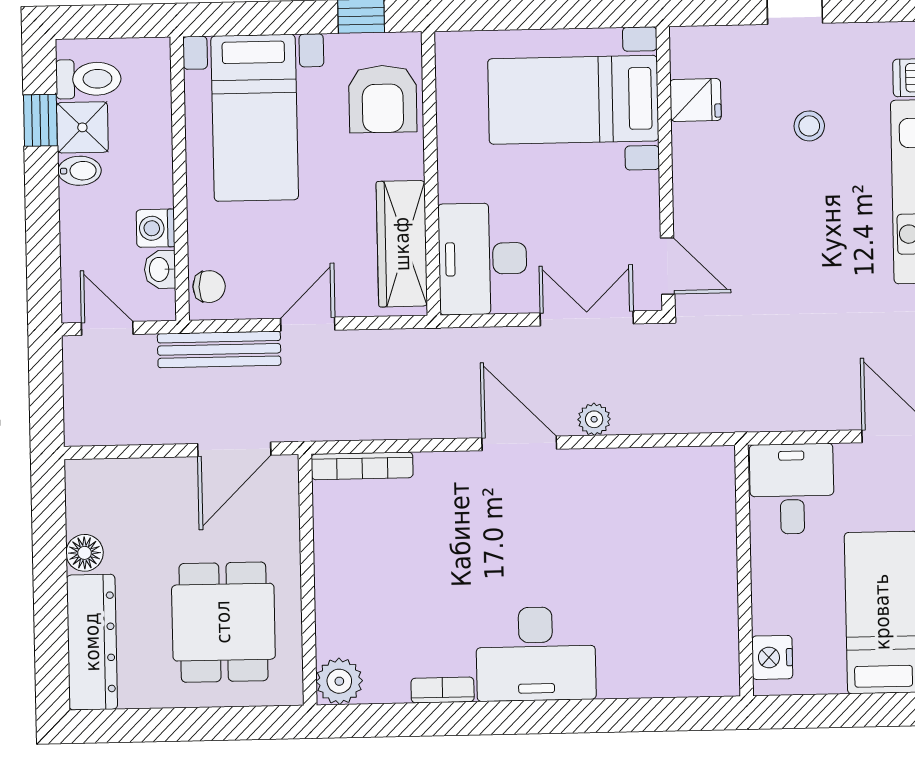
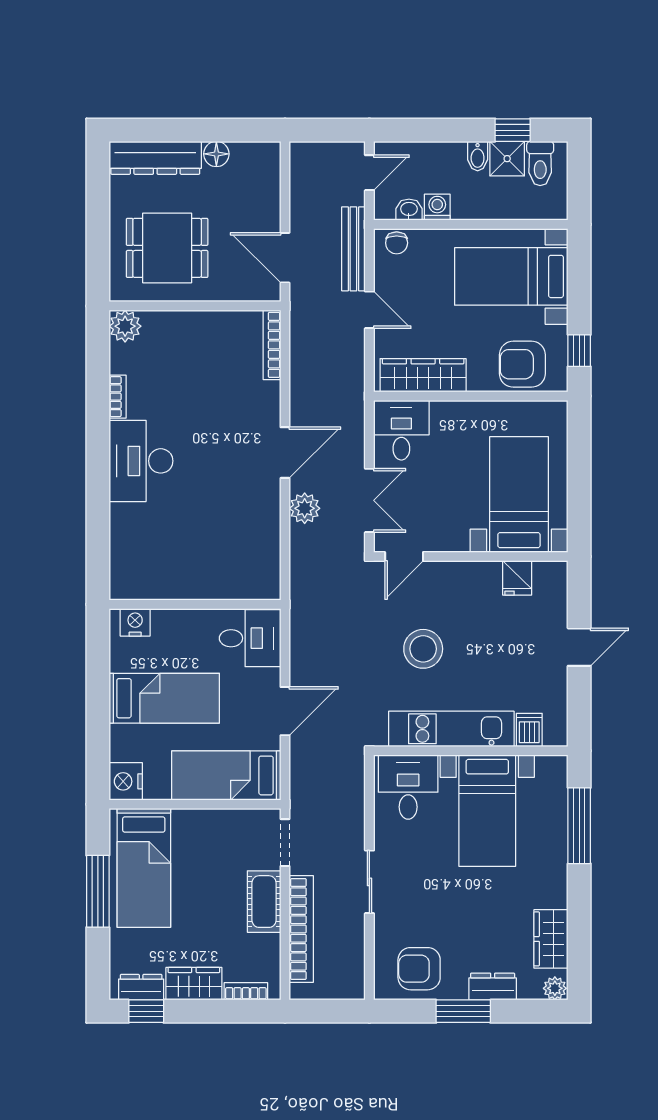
stool: (809, 126) -> (423, 649), moved, width x1.89, depth x1.89
desk: (483, 259) -> (401, 430), width x0.73
plant: (594, 419) -> (305, 508), width x1.38, depth x1.38

